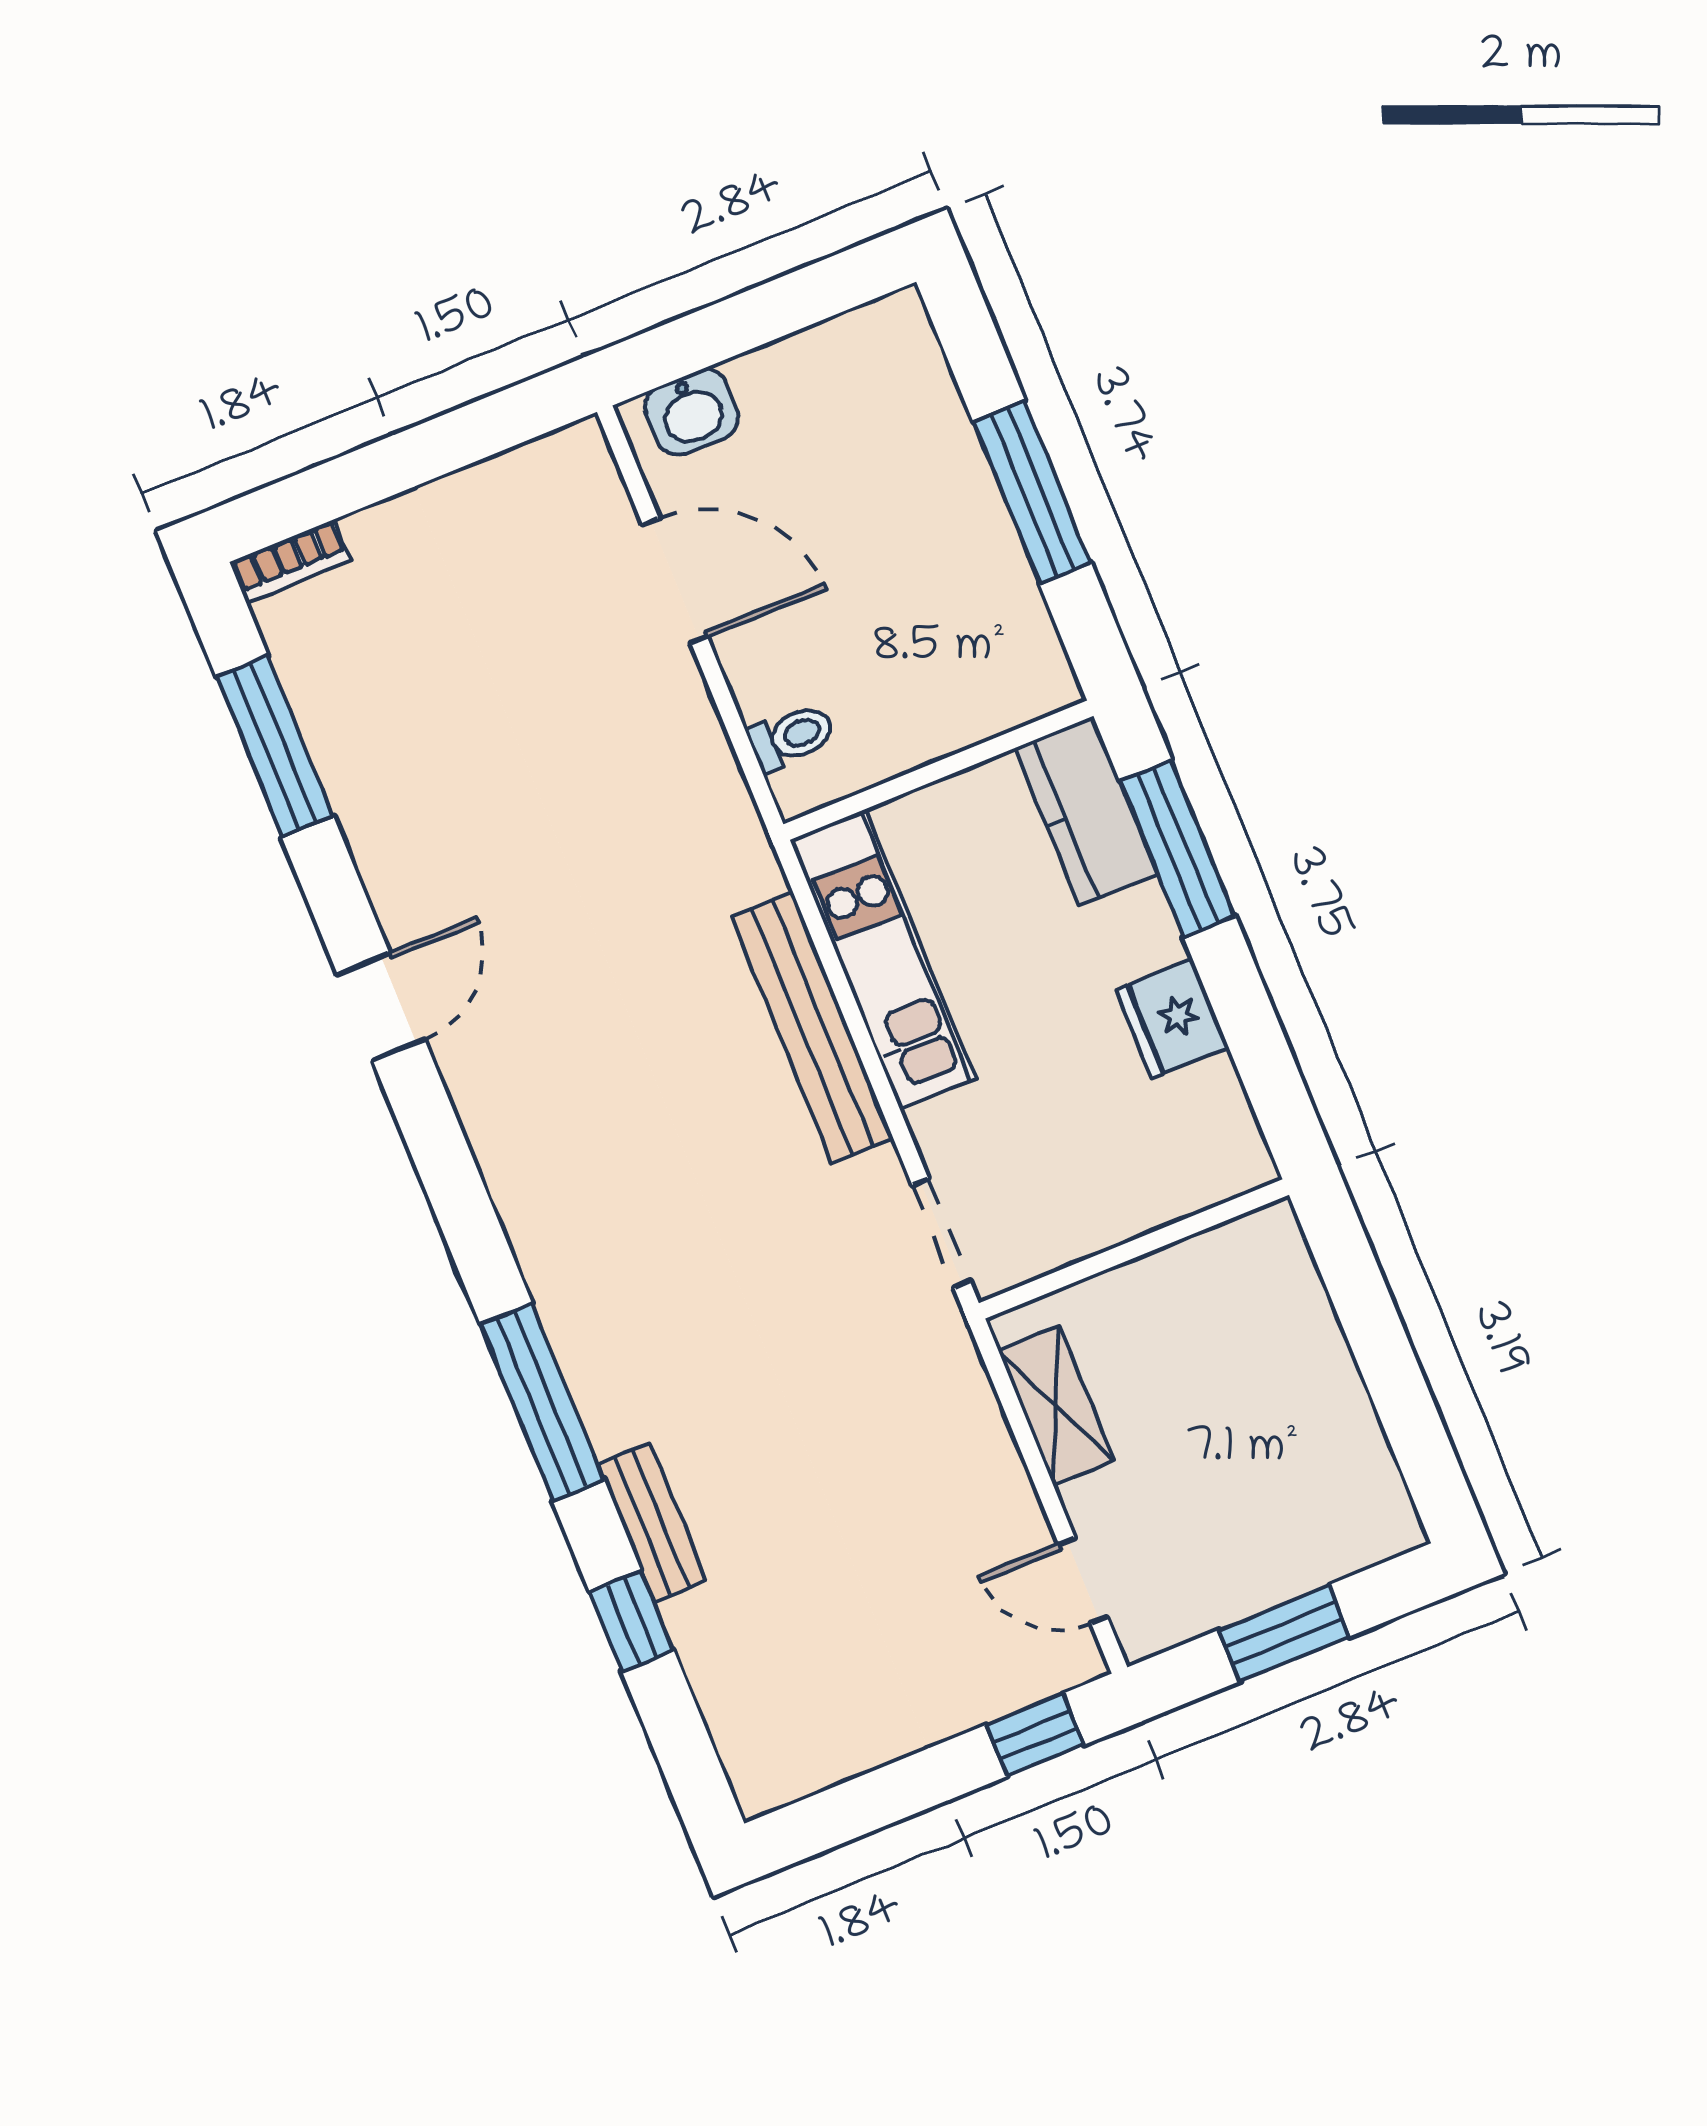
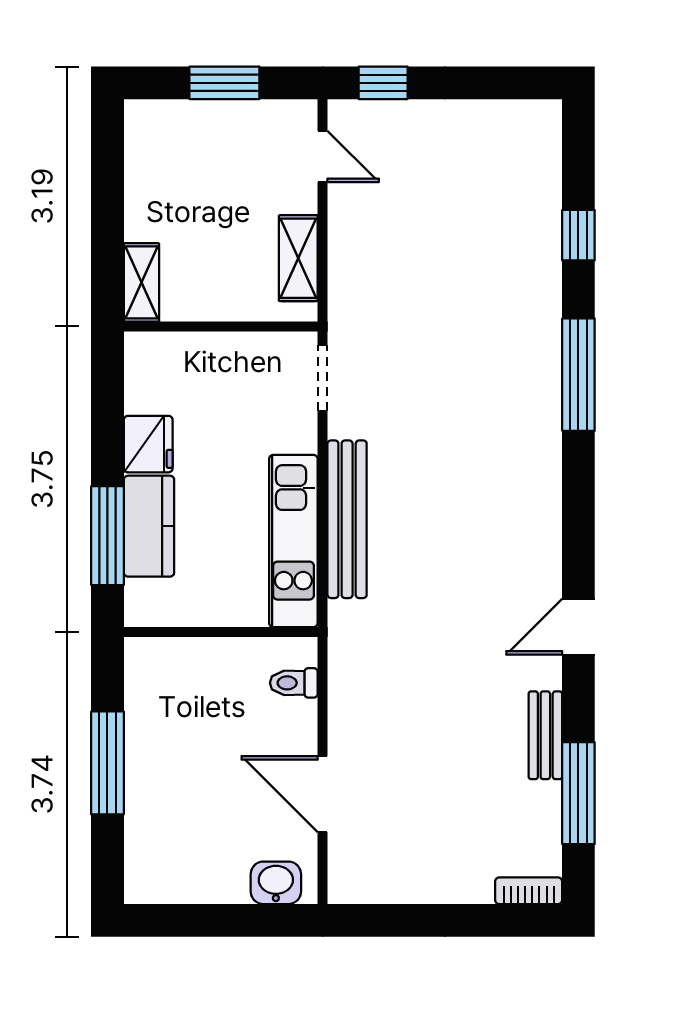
kitchen counter: (1086, 811) -> (149, 526), moved
shelving: (1286, 1267) -> (141, 282), added
bench: (652, 1522) -> (545, 735), moved

